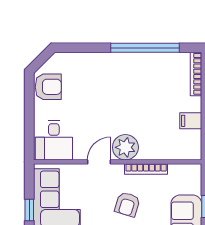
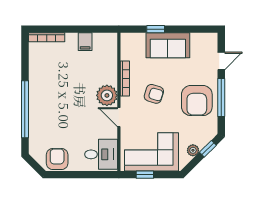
window: (145, 48) -> (25, 109), moved
window: (29, 210) -> (145, 175), moved

